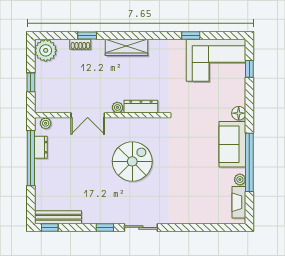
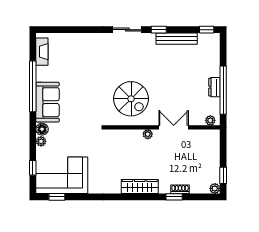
window: (191, 36) -> (57, 197), moved
plant: (46, 50) -> (215, 188), width x0.53, depth x0.53
window: (31, 82) -> (223, 175), moved
dresser: (141, 107) -> (127, 135), removed
dresser: (41, 147) -> (214, 87), moved
spiral stairs: (132, 161) -> (131, 99), moved, turned -90
plant: (240, 180) -> (41, 141), moved
bench: (58, 217) -> (177, 39), moved

